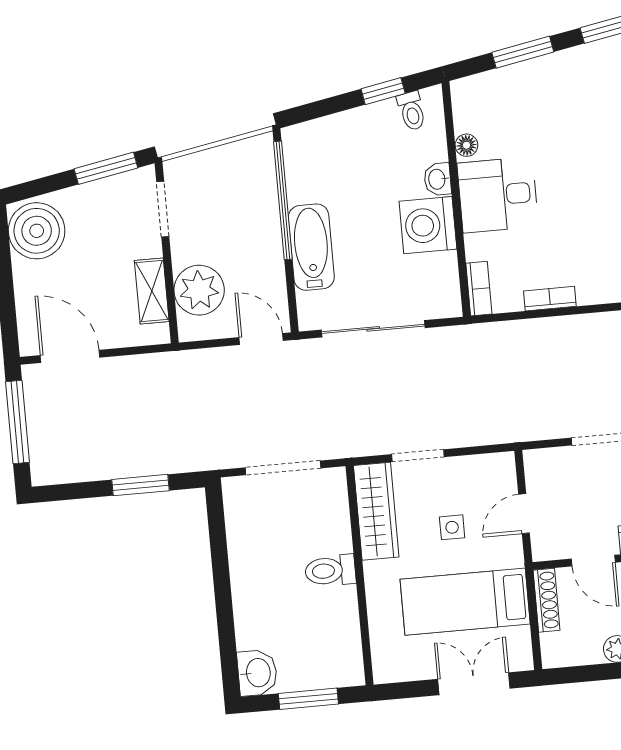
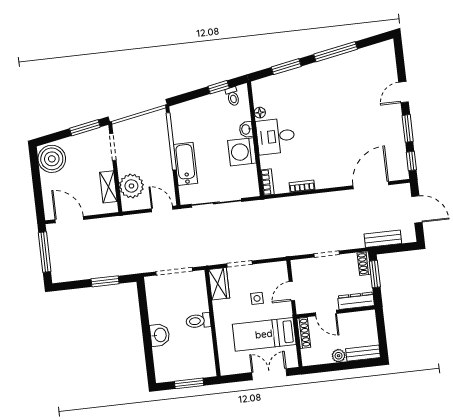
wardrobe: (376, 511) -> (219, 284), width x0.67
washbasin: (257, 673) -> (160, 335), moved

